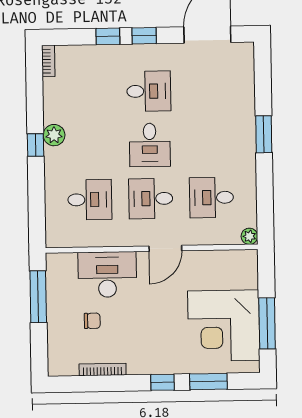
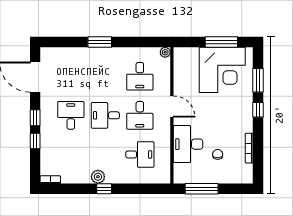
desk: (150, 145) -> (105, 115), turned 180
desk: (90, 200) -> (140, 154), turned 90

